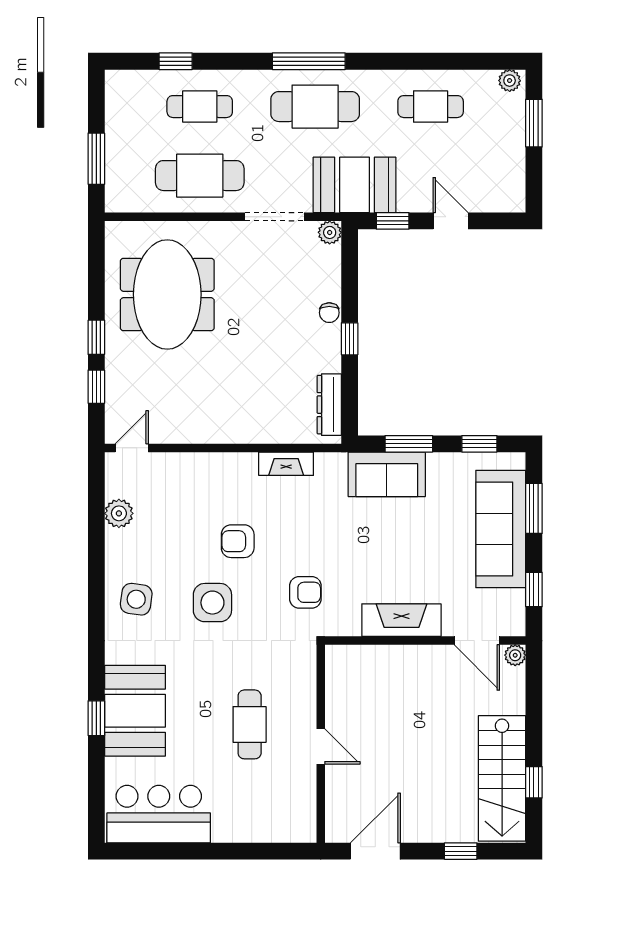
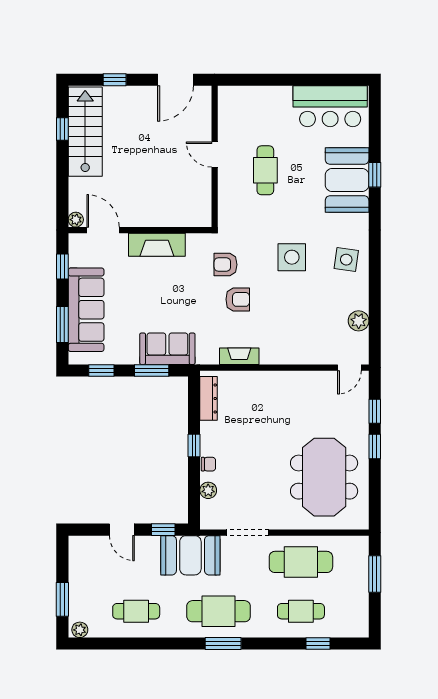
window: (309, 61) -> (223, 644), width x0.69
plant: (330, 232) -> (208, 490), moved
chair: (329, 313) -> (208, 464), turned 90
armchair: (238, 541) -> (238, 299), moved

